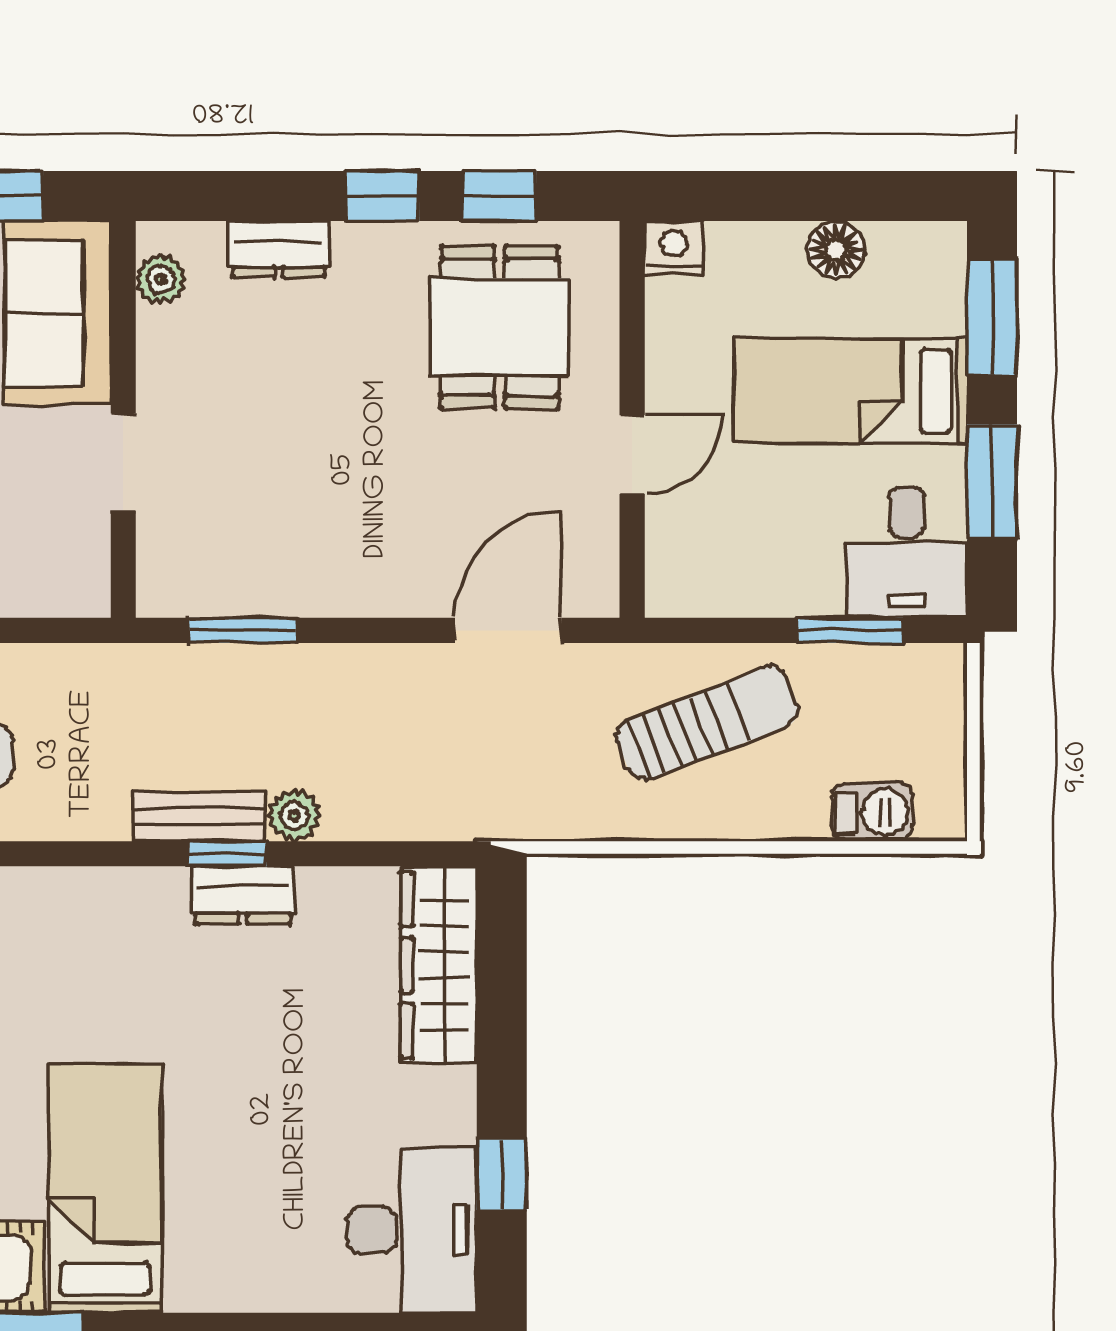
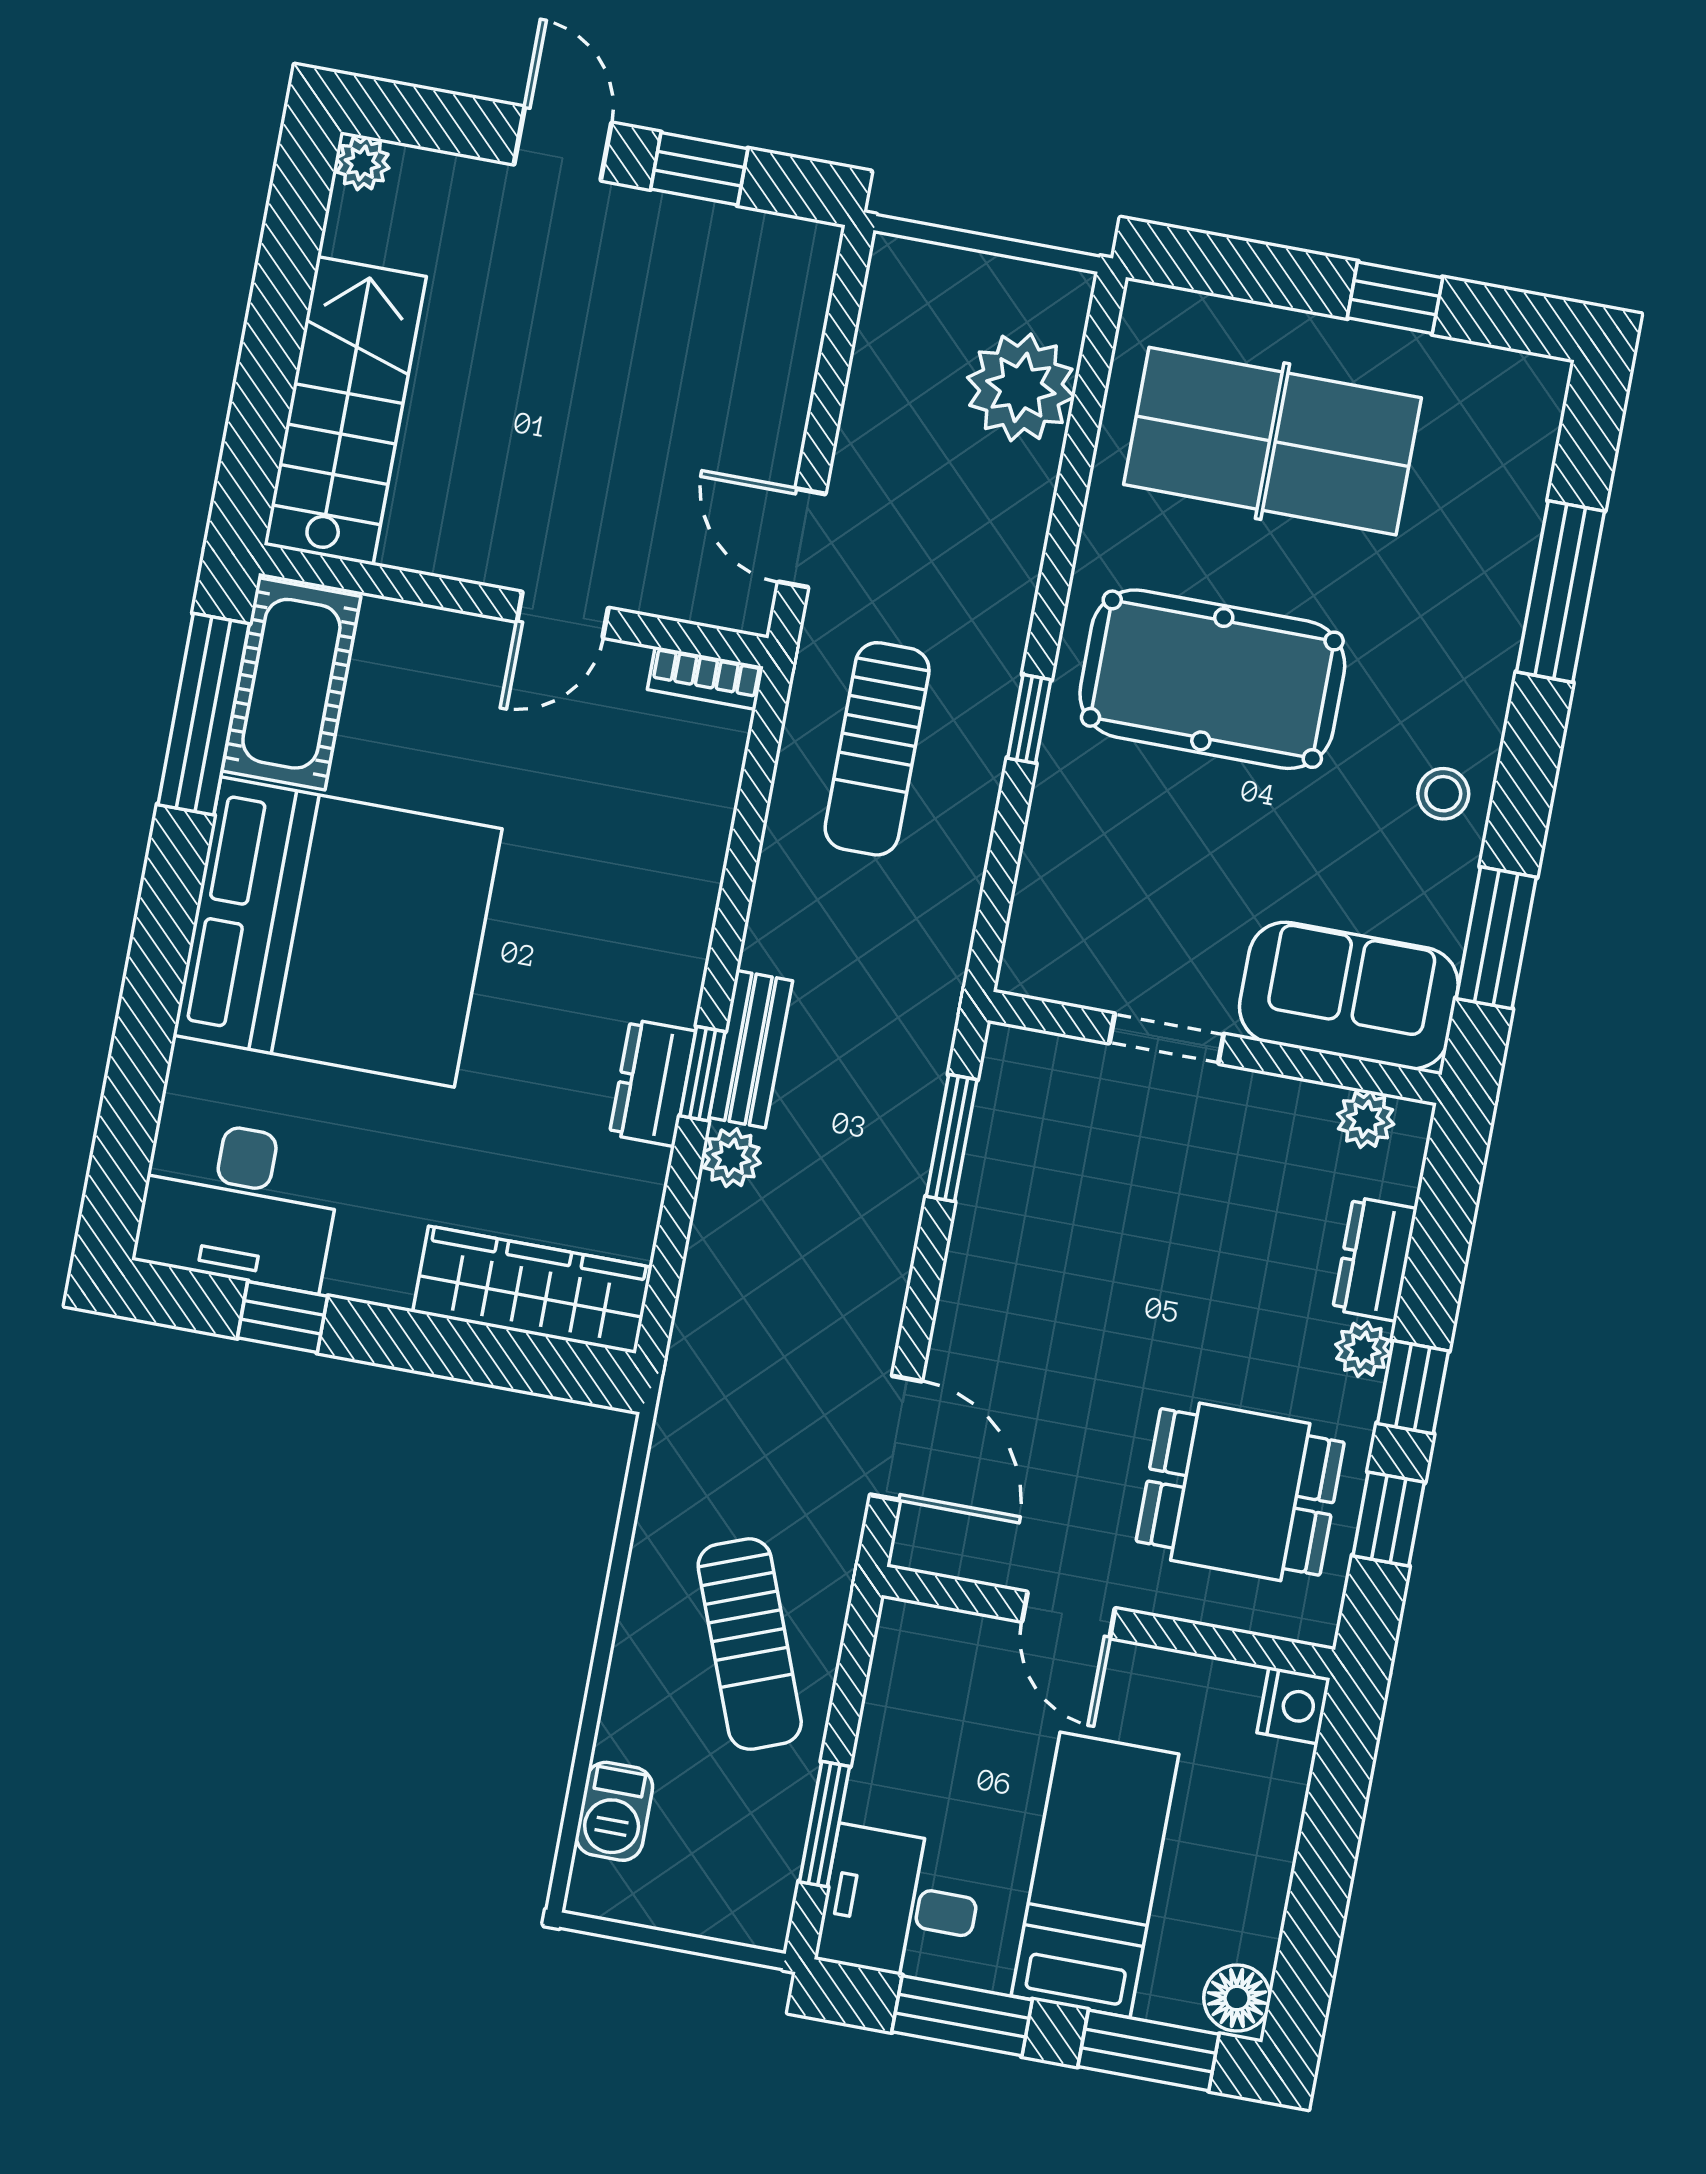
plant: (358, 245) -> (1363, 1349), added
floor lamp: (836, 250) -> (1237, 1998), moved
bed: (105, 1188) -> (338, 932), width x2.04

